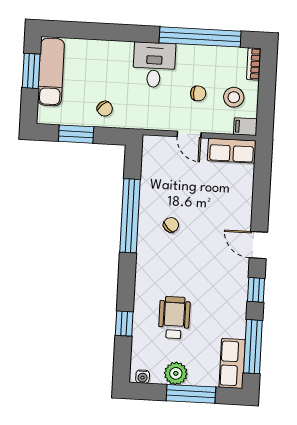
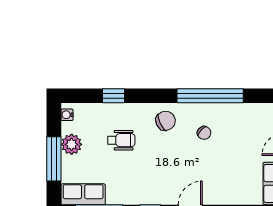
chair: (155, 267) -> (166, 121), added
wheelchair: (174, 318) -> (121, 140), width x0.73, depth x0.73

